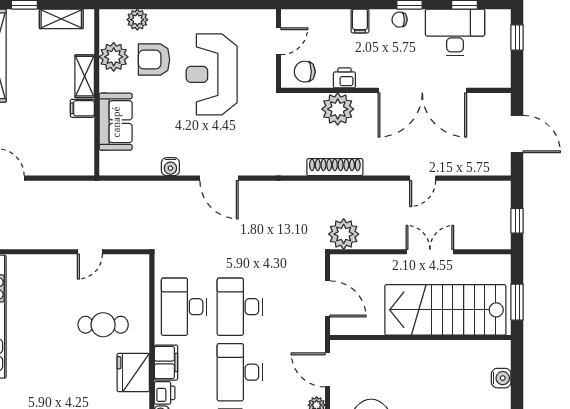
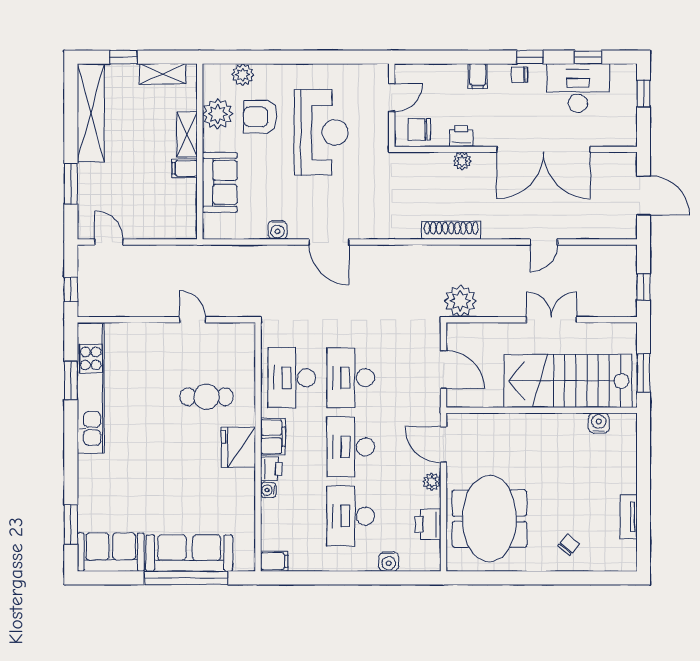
reception desk: (212, 74) -> (321, 132), turned 180
plant: (338, 109) -> (462, 161), width x0.53, depth x0.53
door: (90, 252) -> (193, 320), swing flipped
water cooler: (501, 378) -> (599, 423), moved, turned -90

